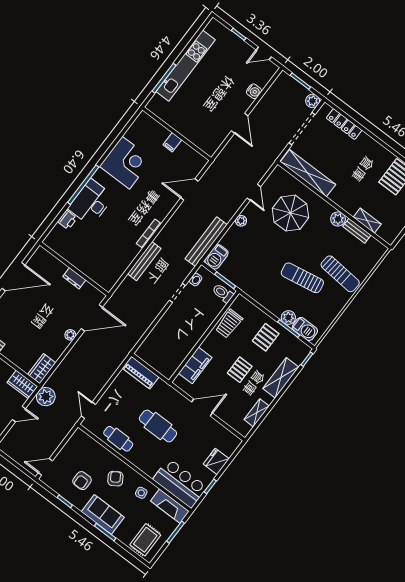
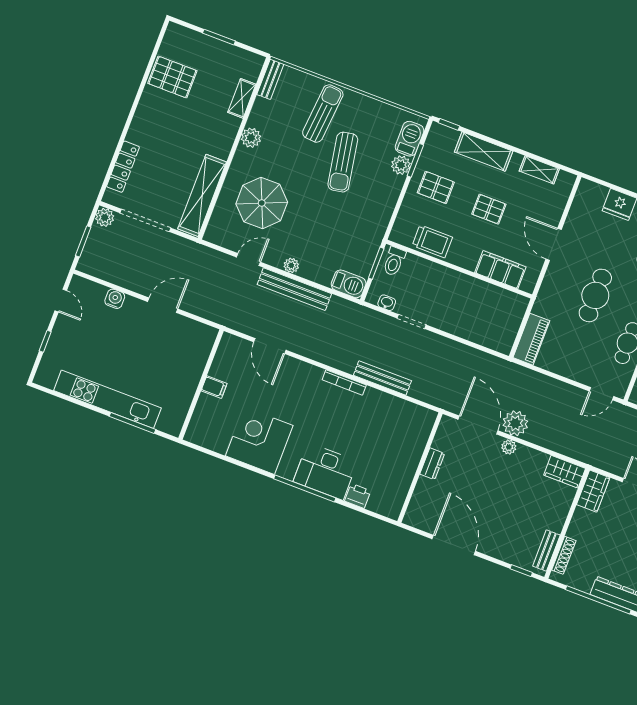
bench: (357, 231) -> (270, 79), moved
bench: (206, 242) -> (294, 289), moved
plant: (46, 397) -> (515, 423), moved

